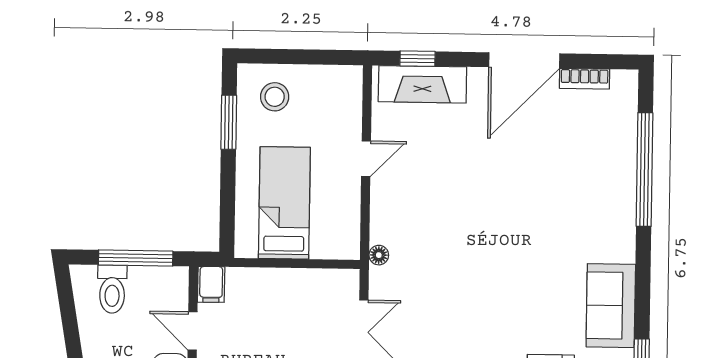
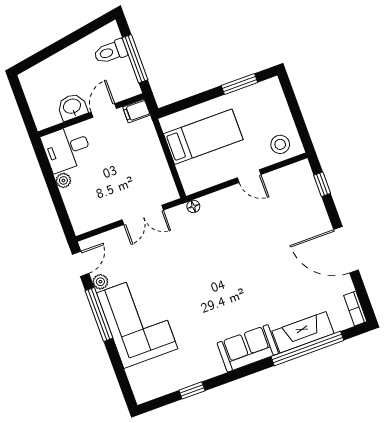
bookcase: (585, 79) -> (355, 309), moved
fireplace: (422, 84) -> (303, 332), moved, turned 90
stool: (275, 97) -> (280, 144), moved
sofa: (611, 306) -> (248, 348), moved

